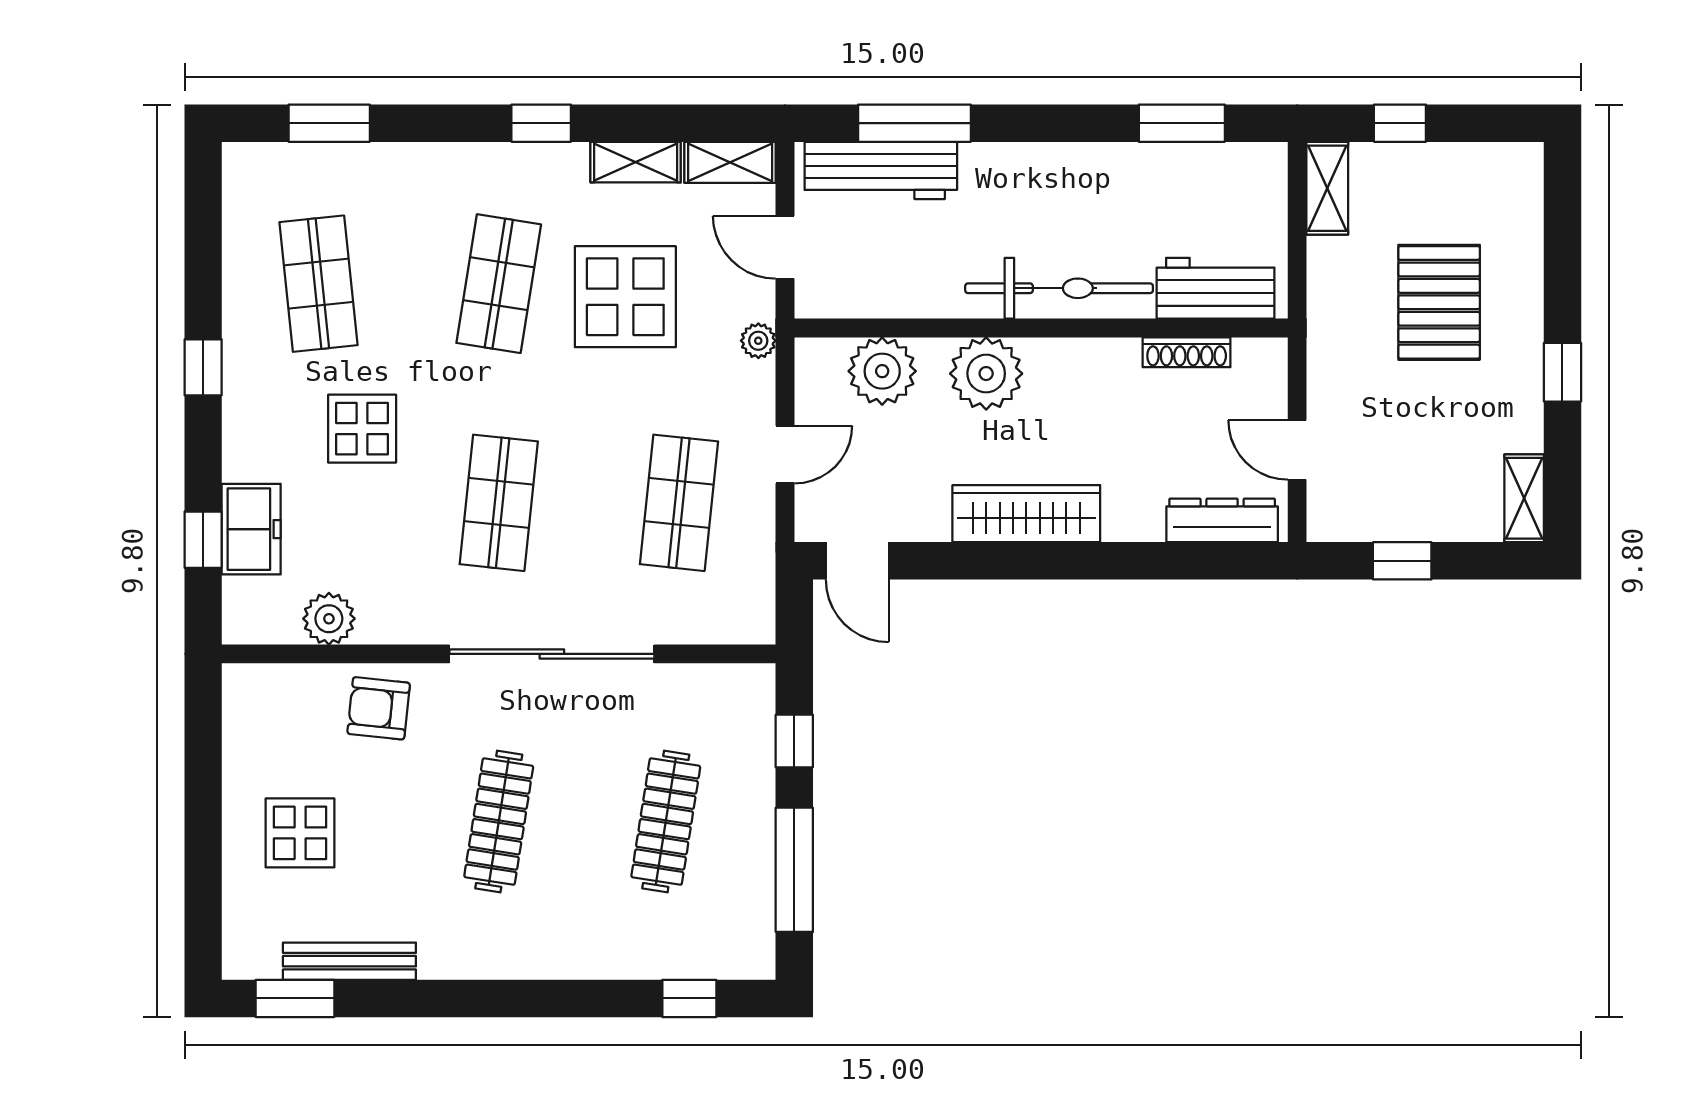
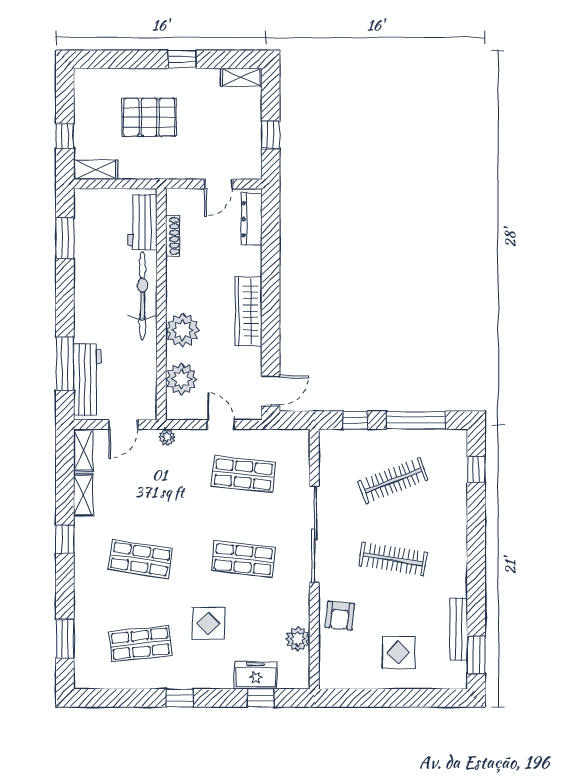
display table: (625, 297) -> (146, 500), removed
clothes rail: (666, 822) -> (393, 481), turned -30

